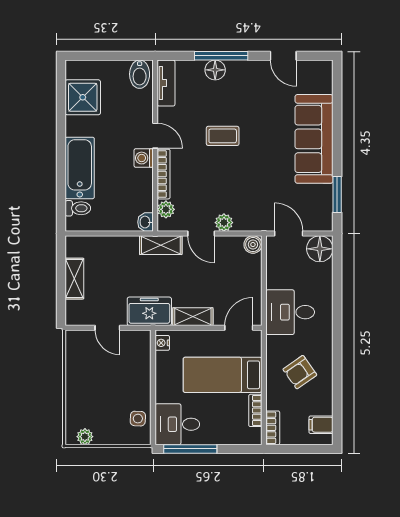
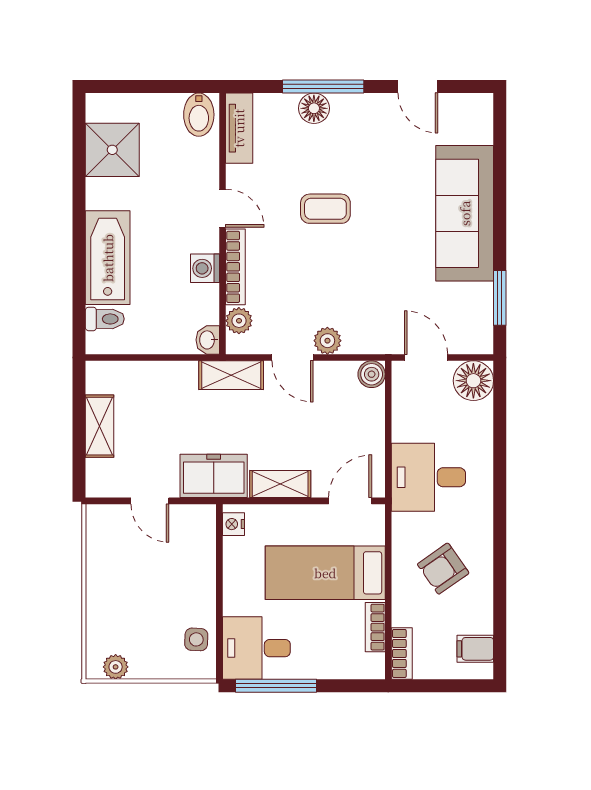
washing machine: (144, 158) -> (205, 268), moved

